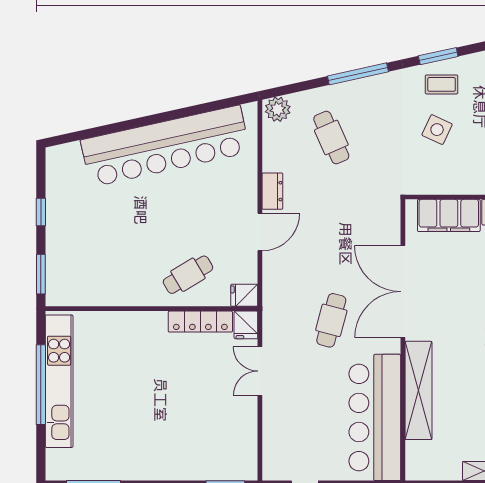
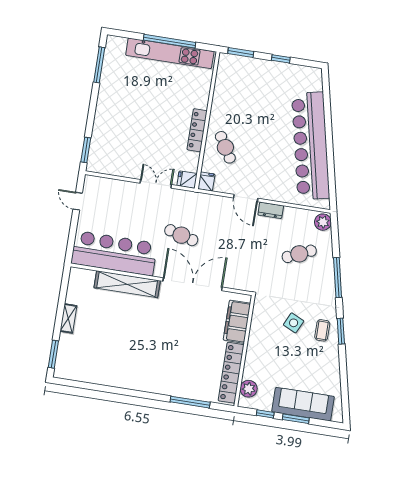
locker: (200, 322) -> (197, 130), moved

